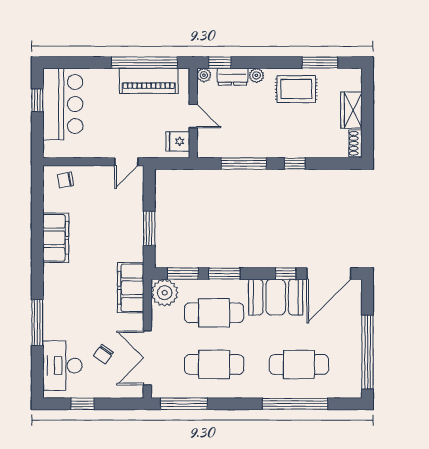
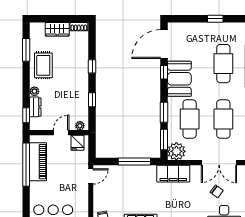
plant: (204, 75) -> (80, 126), moved
door: (126, 162) -> (91, 176), hinge flipped
window: (244, 164) -> (92, 100), width x0.46
window: (149, 228) -> (134, 161), width x1.44
door: (329, 274) -> (164, 44), swing flipped
window: (367, 352) -> (215, 19), width x0.32

